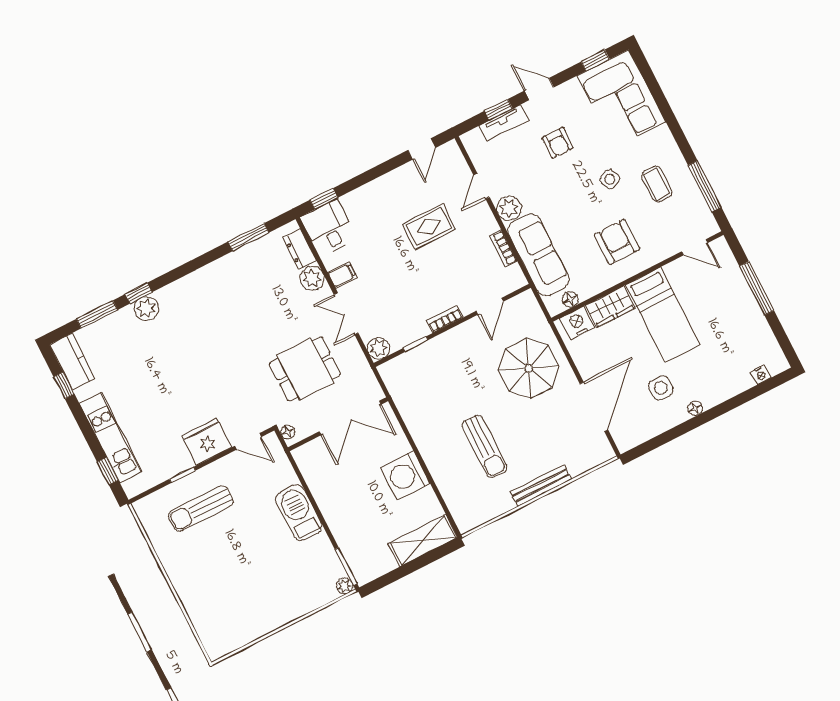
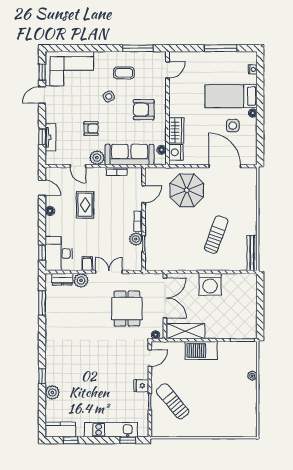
door: (539, 89) -> (42, 95), moved
armchair: (557, 143) -> (91, 129), moved
floor lamp: (393, 178) -> (50, 211), added
desk: (329, 228) -> (59, 254), width x1.37
window: (757, 288) -> (221, 48), moved
door: (490, 306) -> (144, 194), hinge flipped
plant: (146, 309) -> (52, 392), moved
window: (97, 314) -> (42, 404), removed
double door: (346, 314) -> (109, 272), swing flipped
bed: (663, 315) -> (231, 96), moved, turned 180
plant: (378, 348) -> (136, 239), moved
fridge: (206, 442) -> (141, 386), width x0.53, depth x0.75
sun lounger: (485, 446) -> (216, 235), turned -70
bench: (541, 486) -> (252, 253), moved
sun lounger: (201, 509) -> (173, 401), turned 140
shelving: (423, 541) -> (186, 331), moved, turned 90
plant: (345, 586) -> (252, 376), moved

